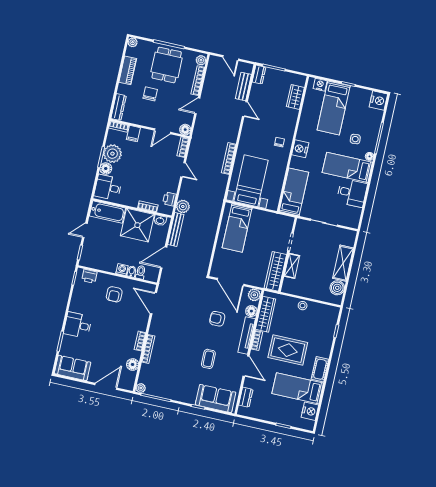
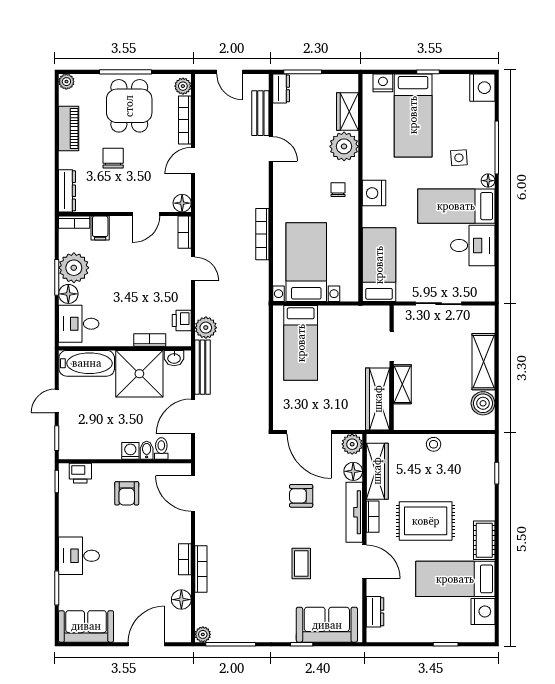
plant: (289, 117) -> (344, 146), added

